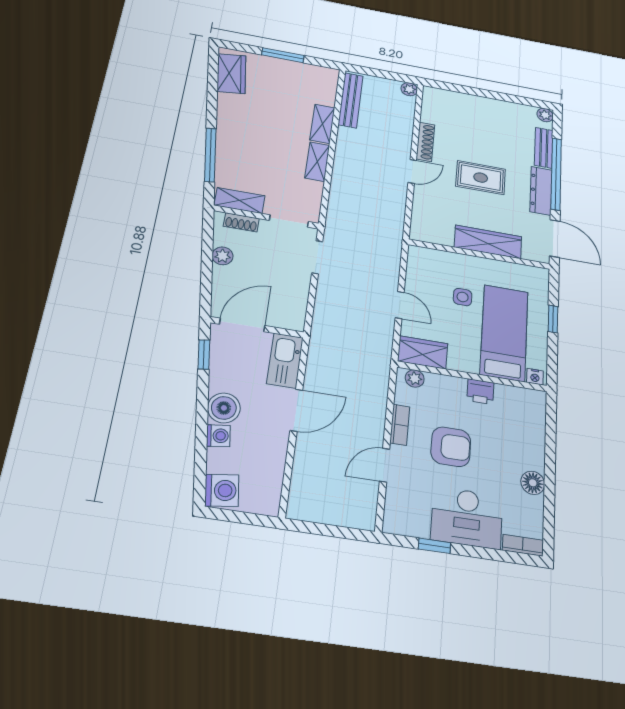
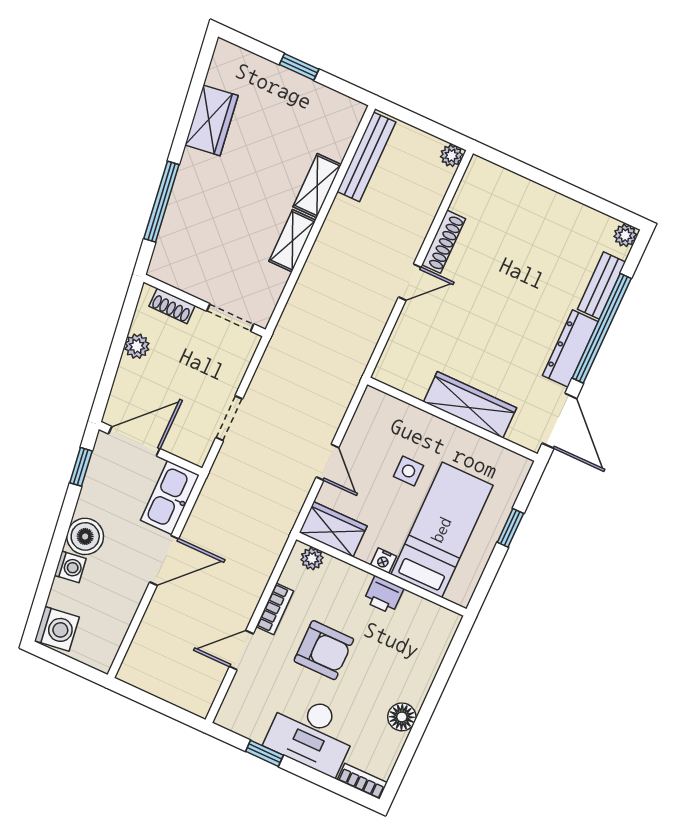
window: (283, 55) -> (299, 67), width x0.67
wardrobe: (231, 74) -> (211, 120), moved
rug: (481, 178) -> (497, 311), removed
shelving: (240, 201) -> (179, 275), removed
doorway: (317, 257) -> (229, 418), moved
nightstand: (535, 377) -> (383, 561), moved

